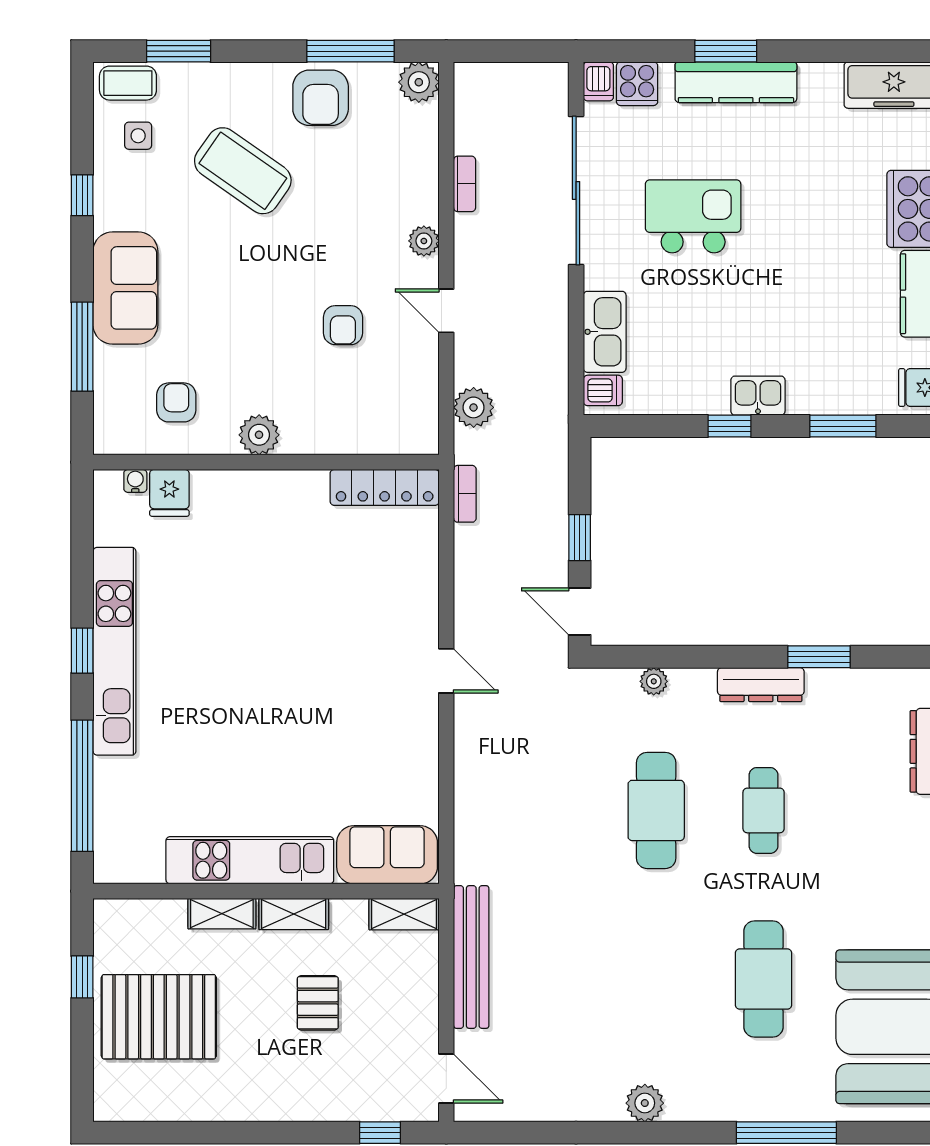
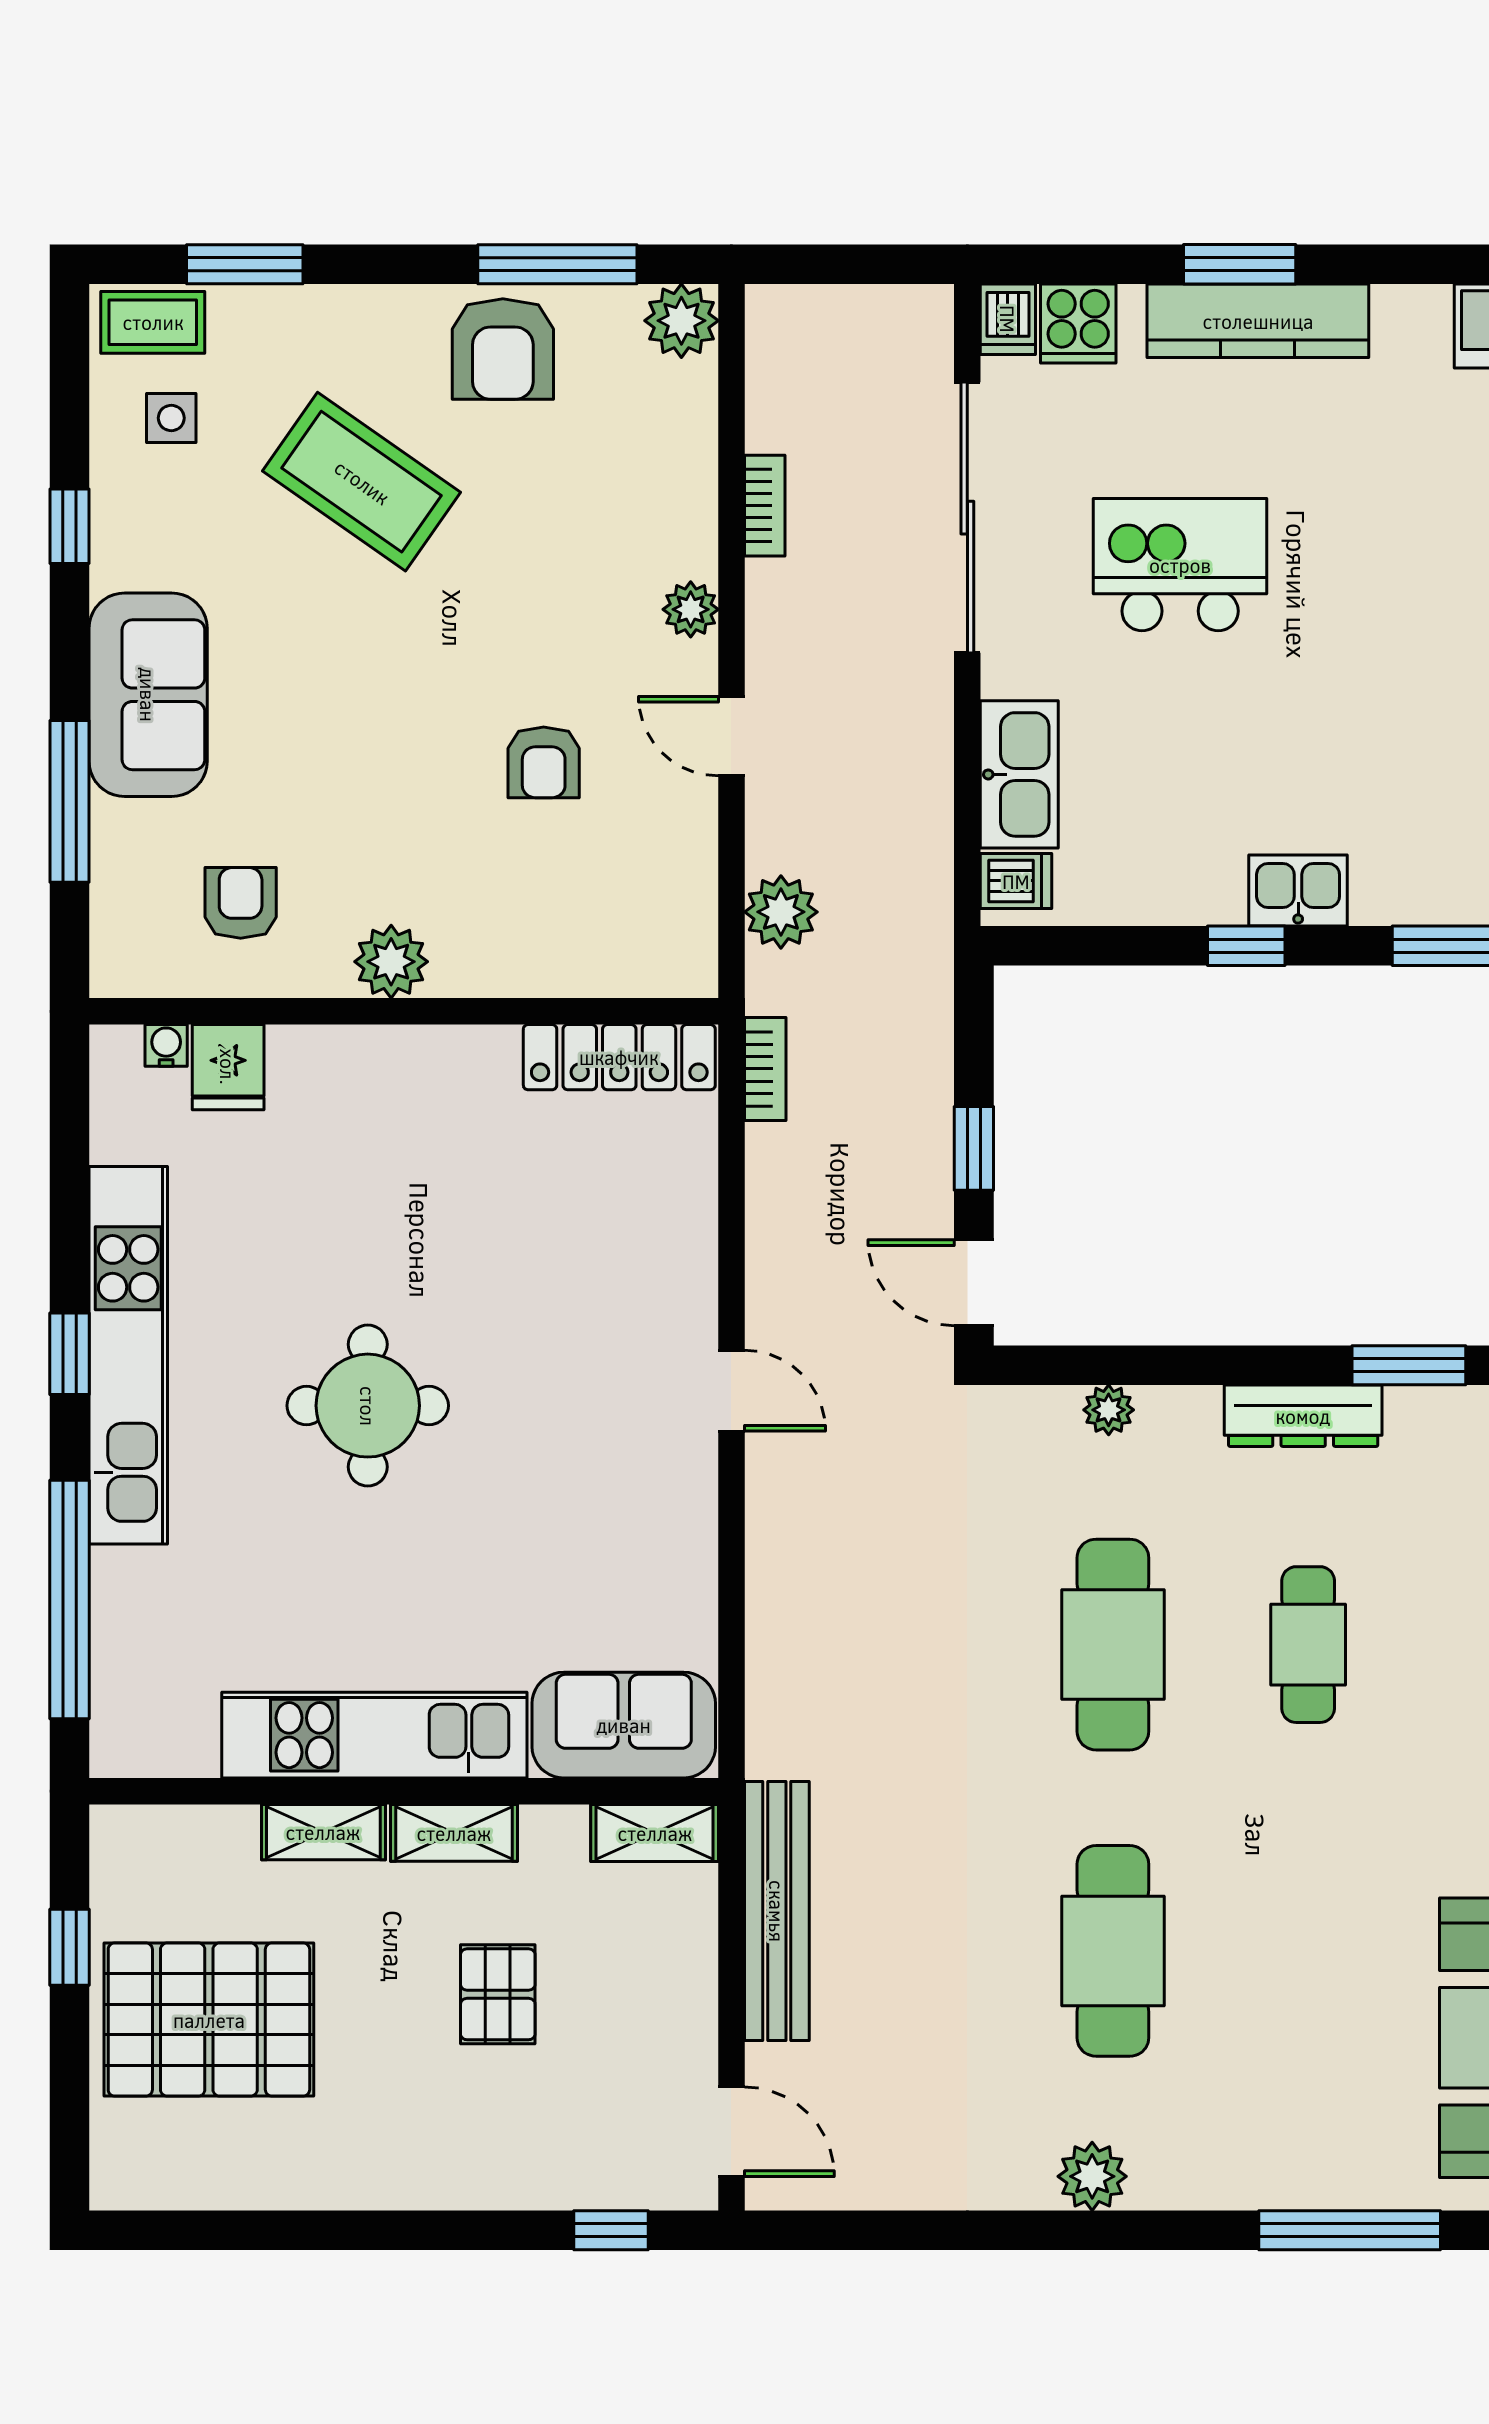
round table: (246, 679) -> (368, 1406), added
cafe table: (764, 979) -> (1113, 1951), moved

